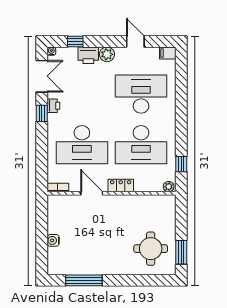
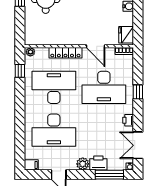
window: (75, 42) -> (109, 175), width x2.17
window: (42, 113) -> (138, 92), moved
desk: (82, 145) -> (104, 87), turned 180
locker: (121, 185) -> (65, 53), width x1.53
fridge: (56, 207) -> (126, 35), added

